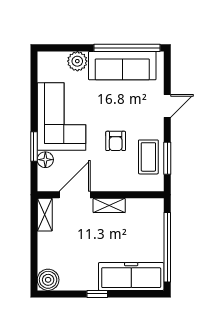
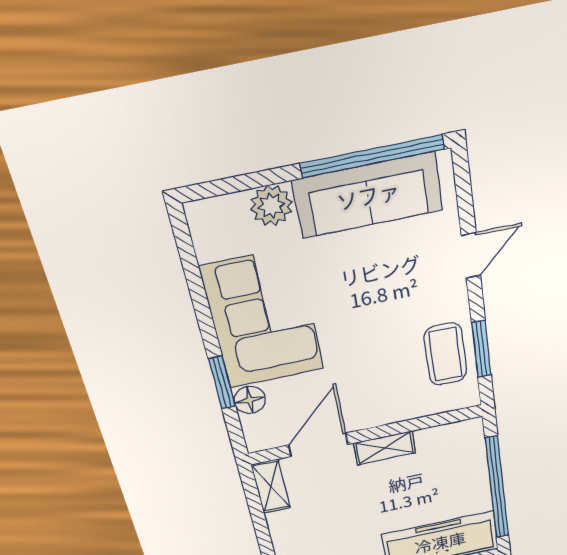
armchair: (116, 141) -> (378, 340), removed

